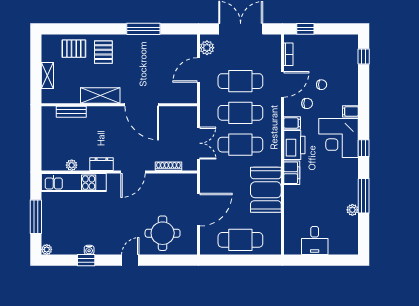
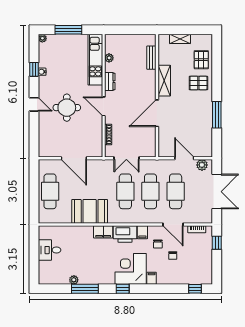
round table: (163, 233) -> (67, 108), moved

